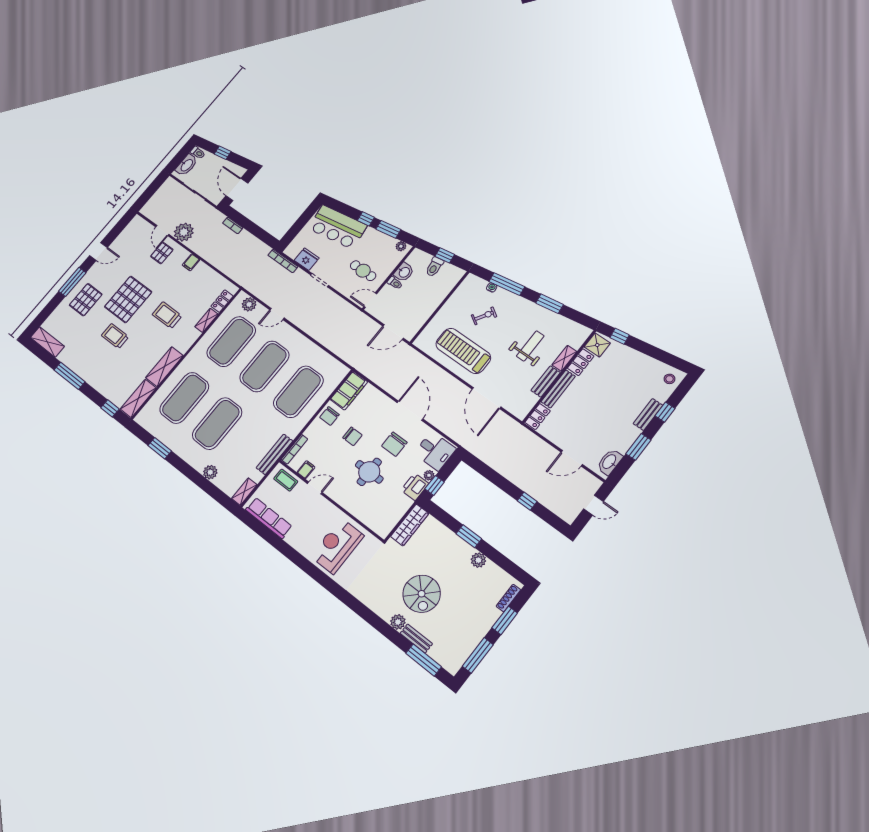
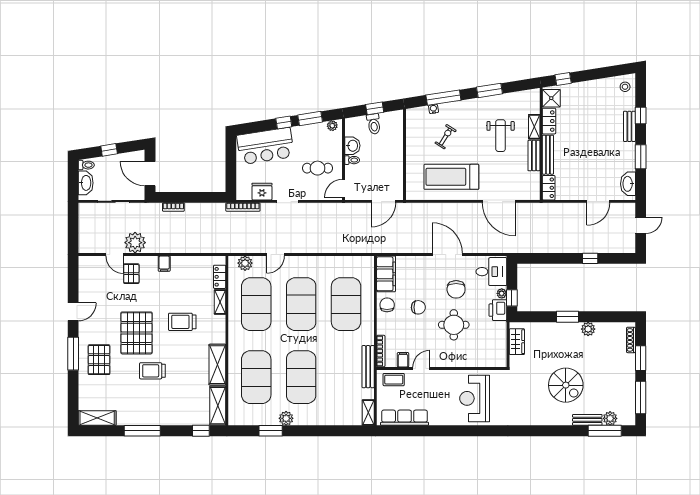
weight bench: (530, 346) -> (501, 136), turned 180
chair: (329, 416) -> (387, 305), turned 180
plant: (210, 472) -> (286, 418), moved
wardrobe: (410, 525) -> (517, 342), width x0.67
plant: (398, 622) -> (610, 418), moved

